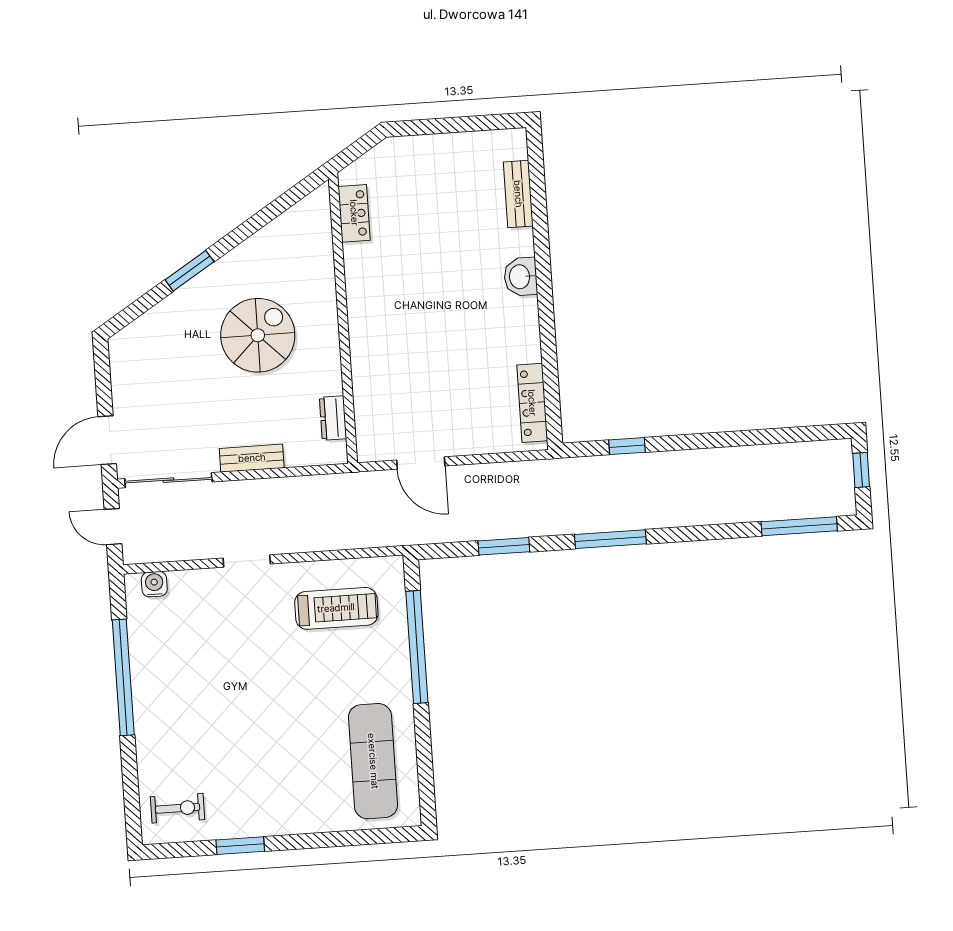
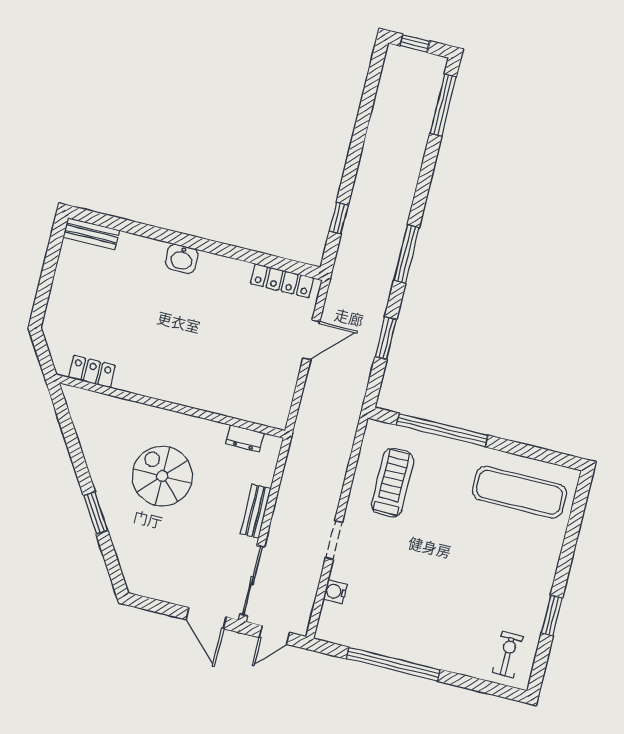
bench: (518, 194) -> (91, 234), moved
door: (421, 463) -> (311, 340), moved
water cooler: (154, 584) -> (335, 592), moved

